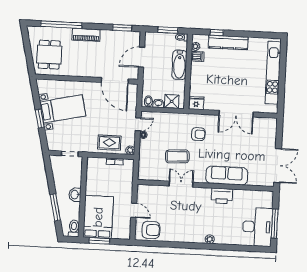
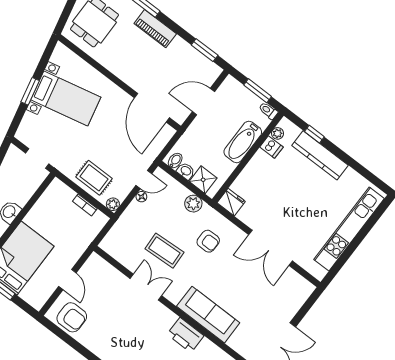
plant: (175, 119) -> (193, 204), added

